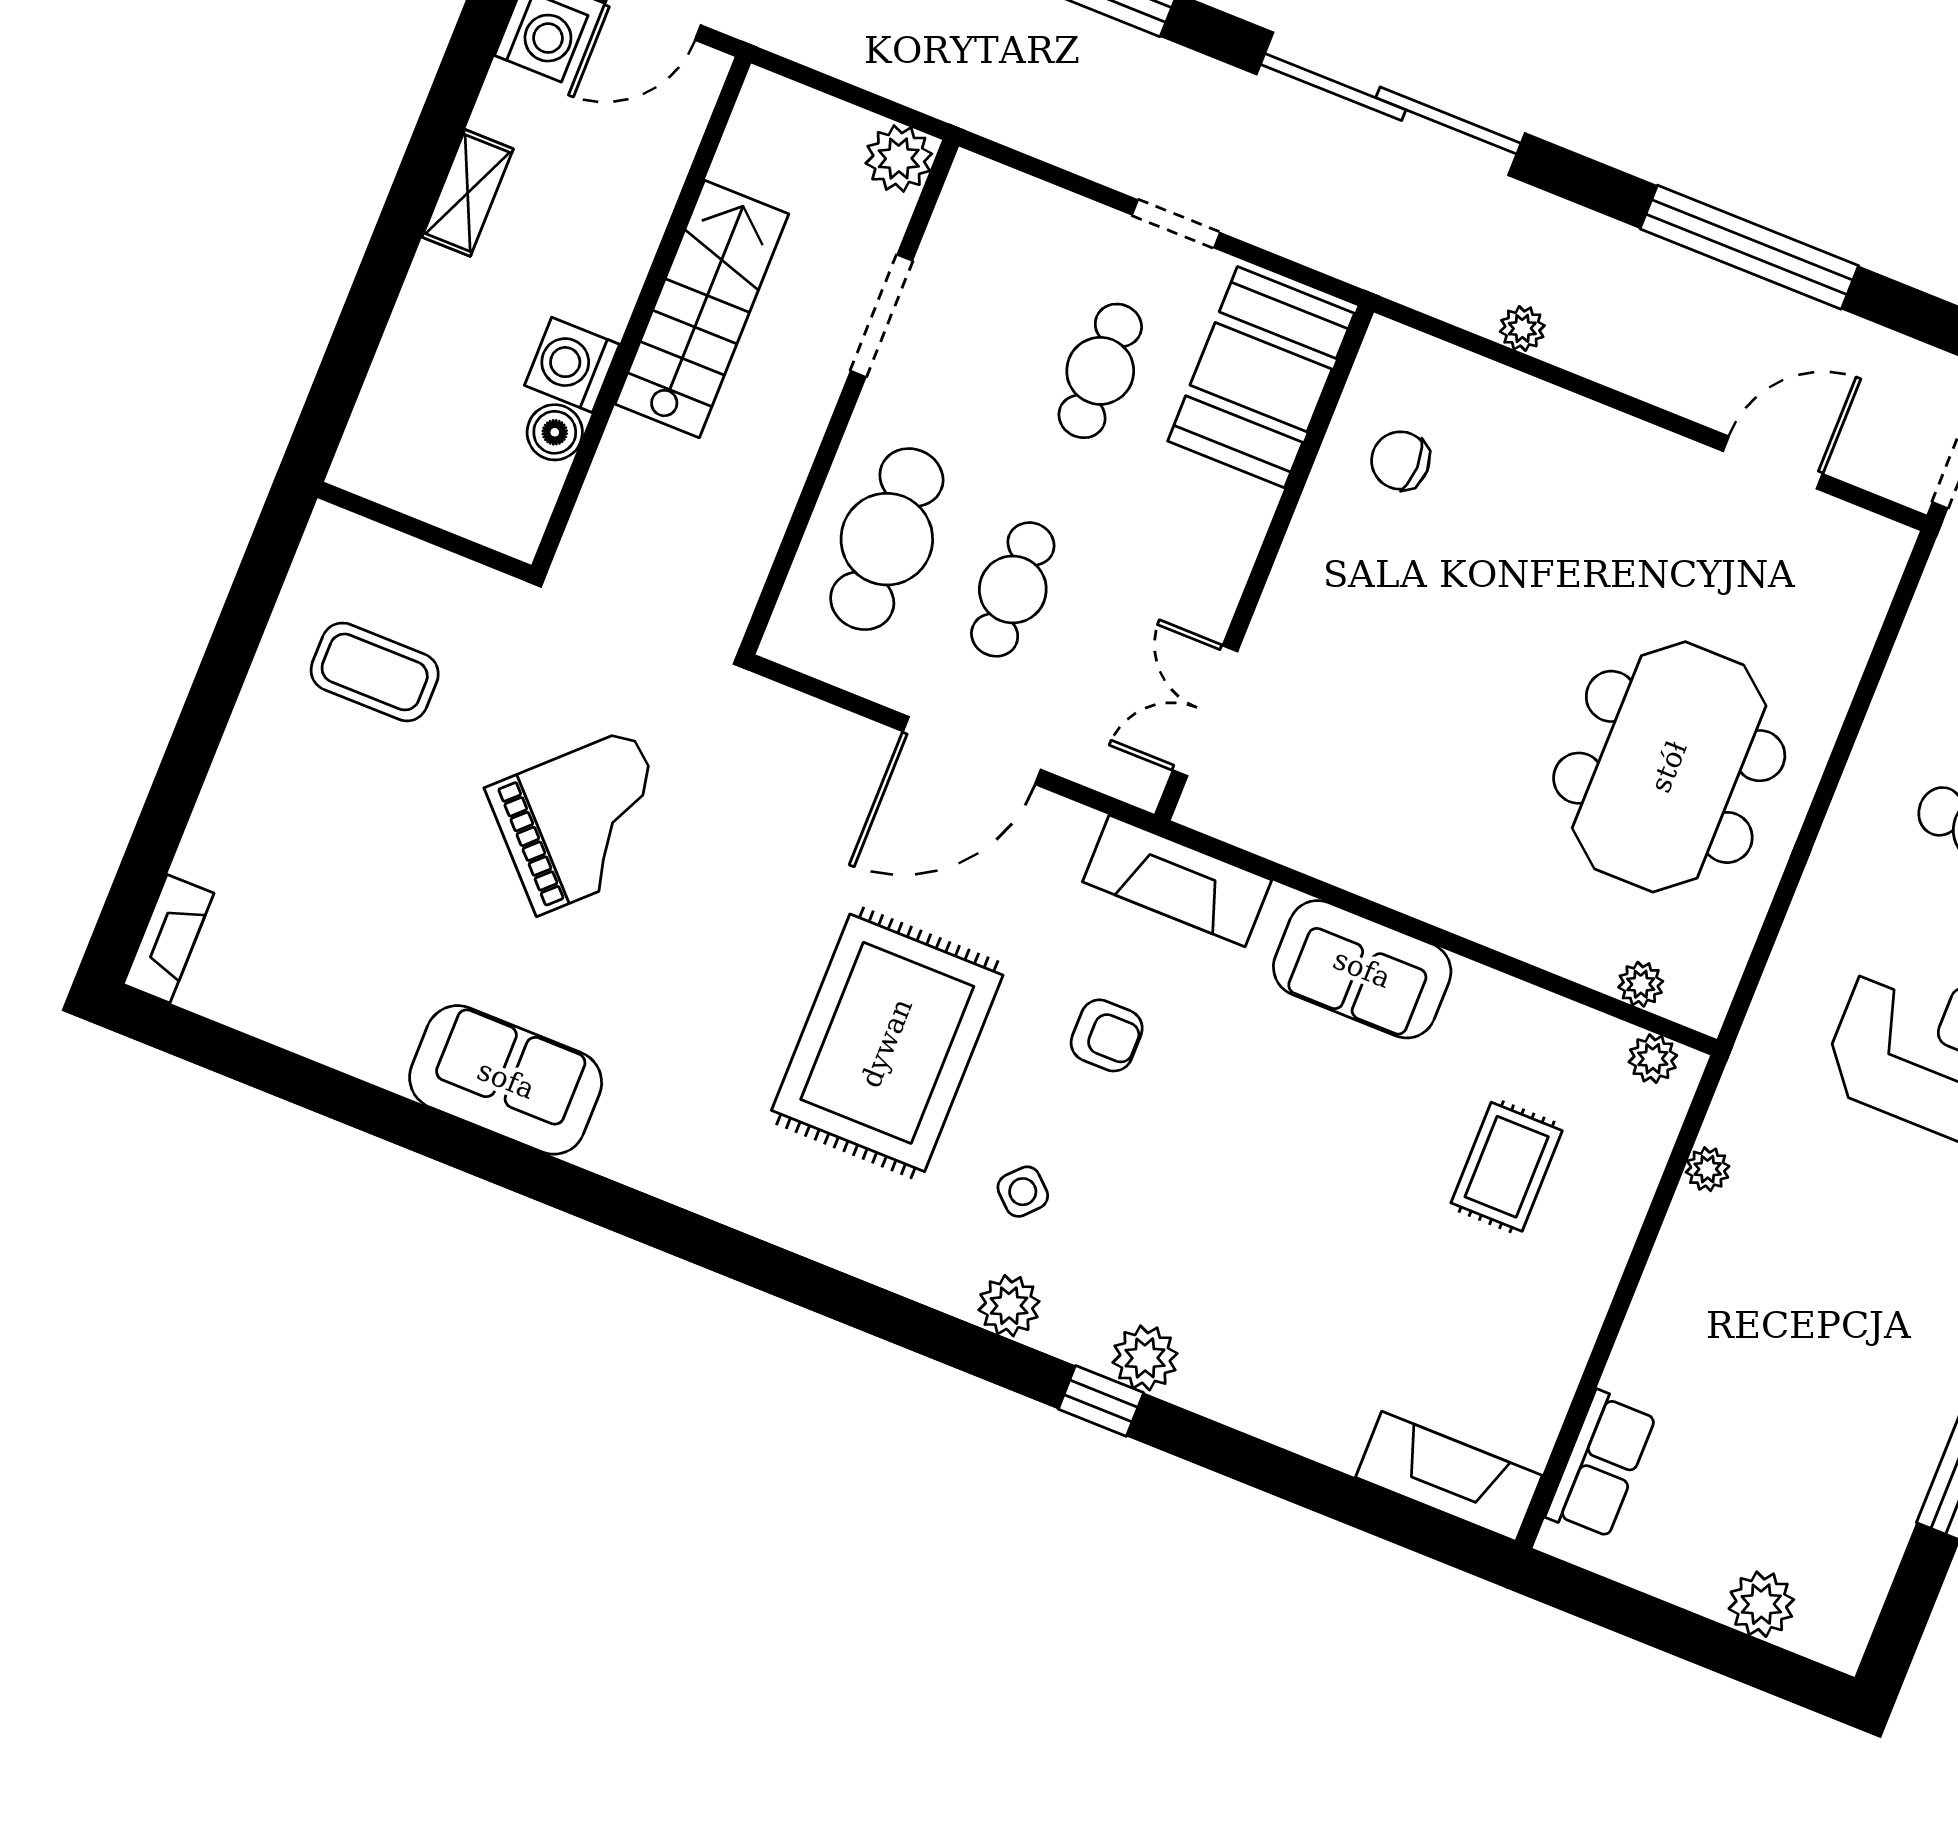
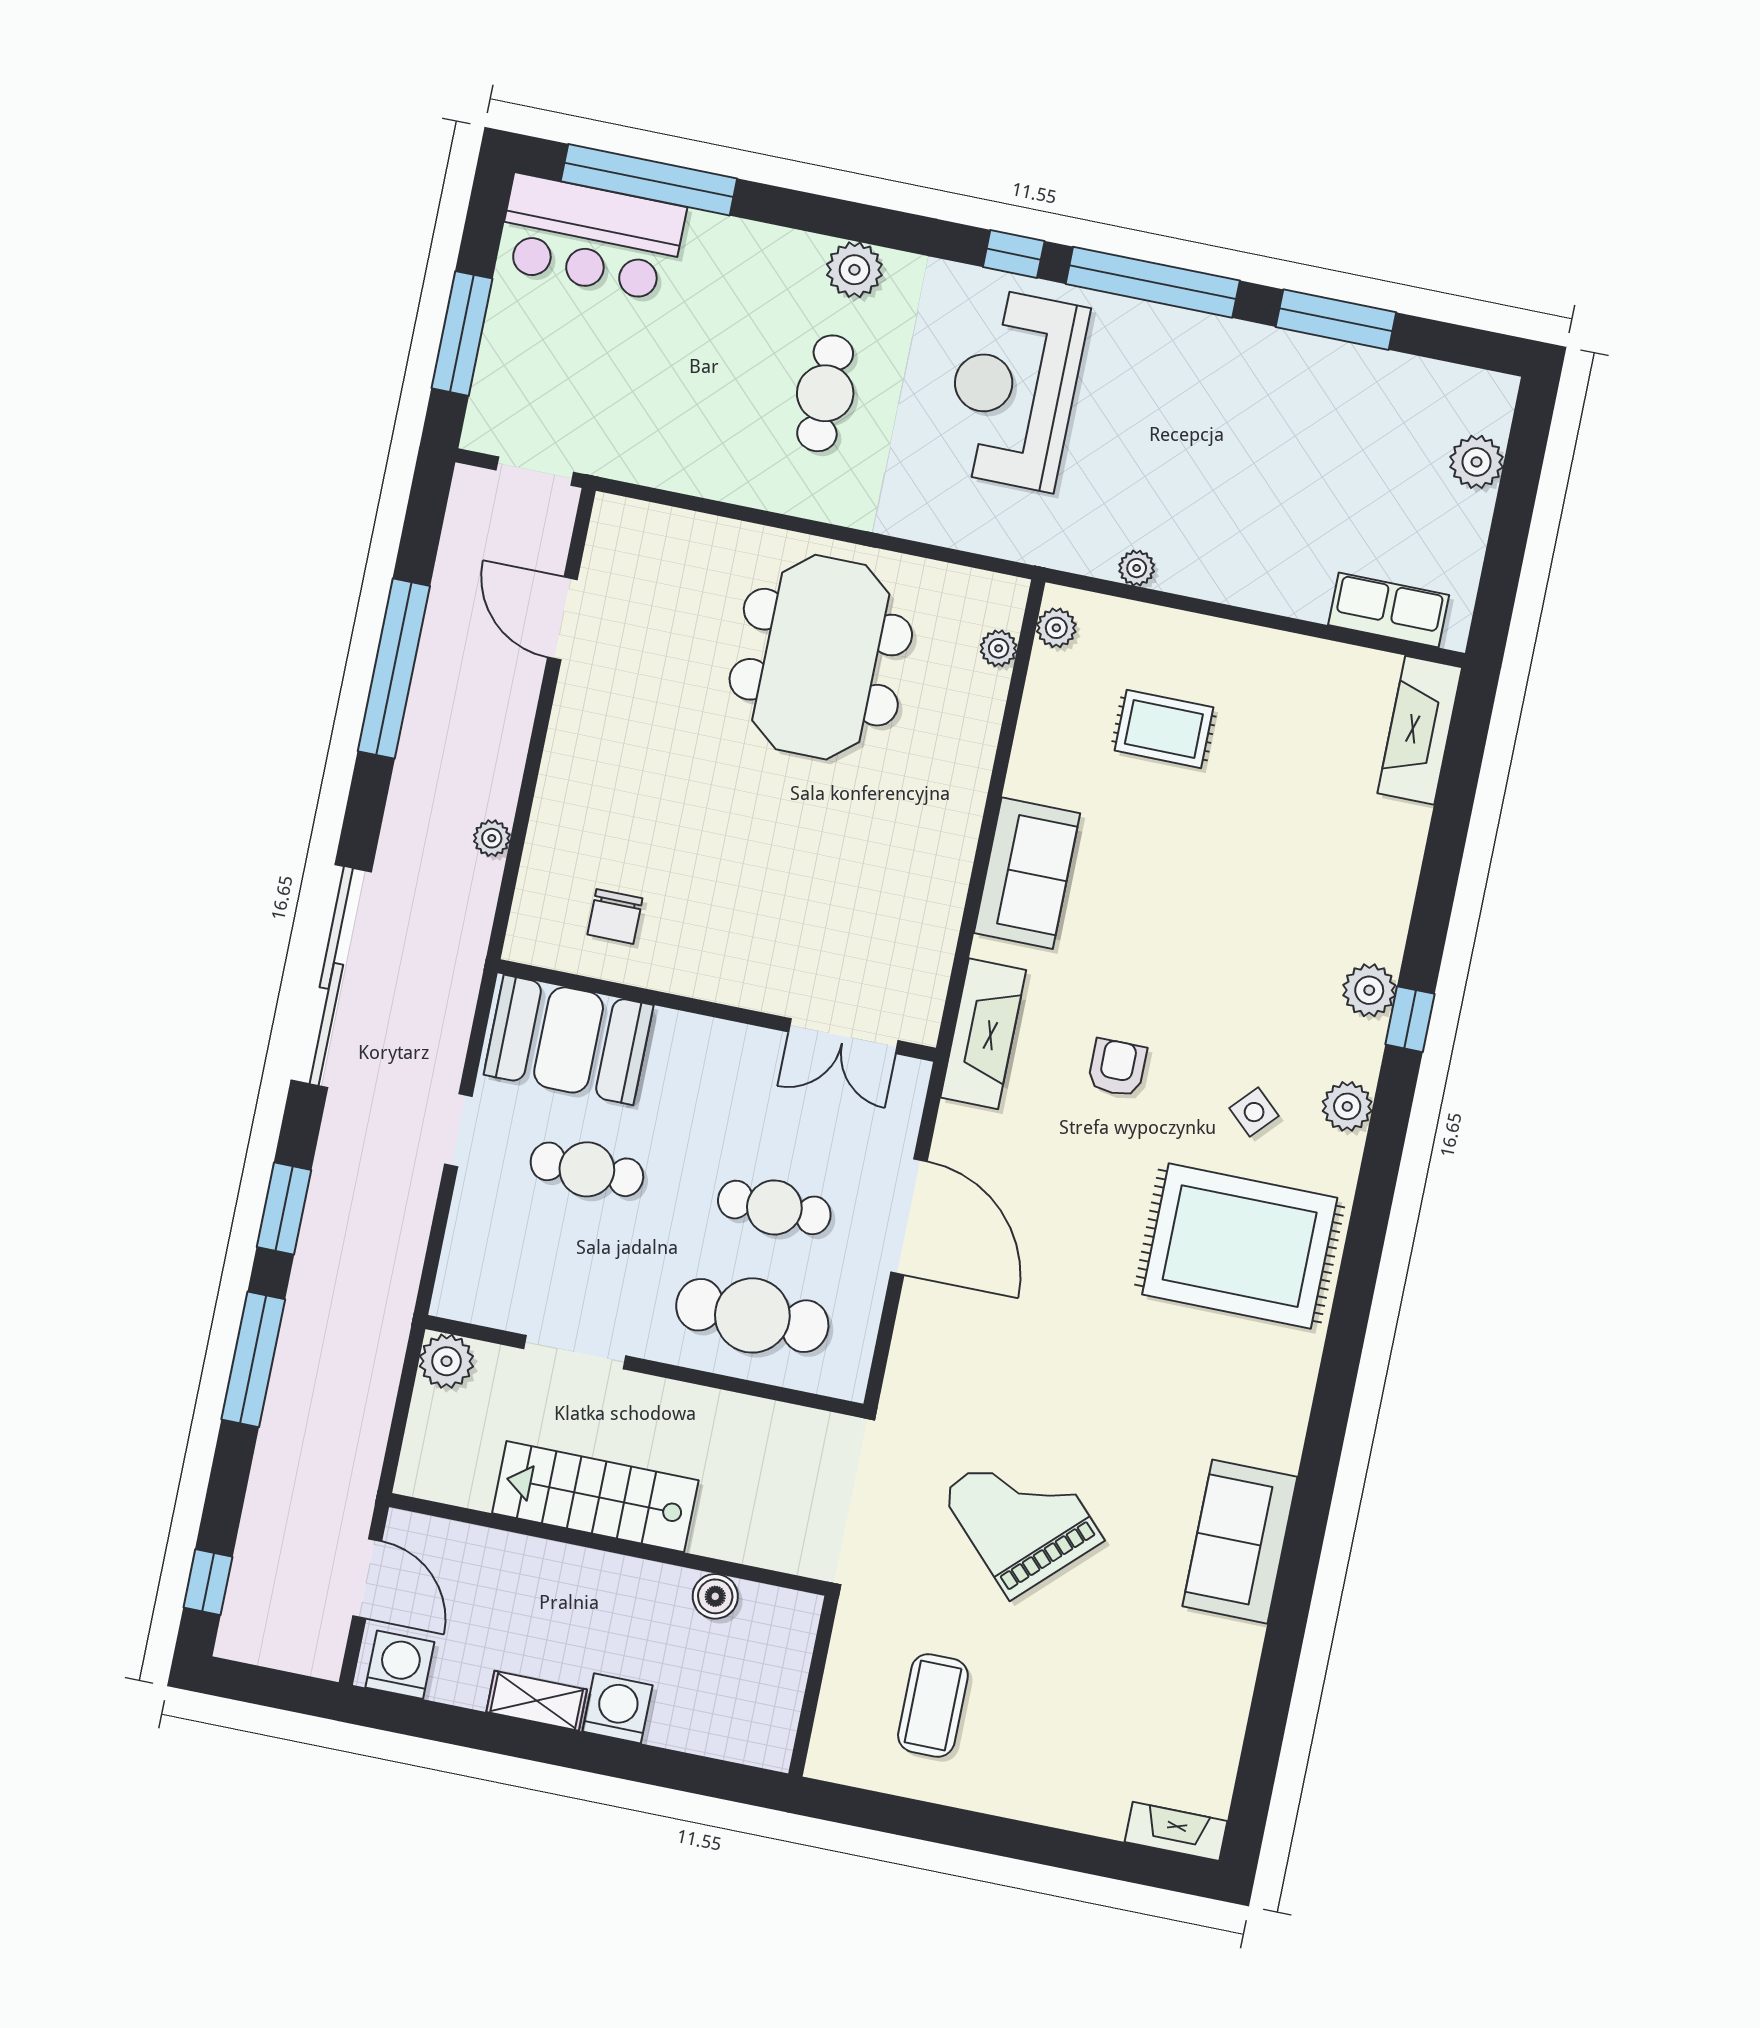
washing machine: (572, 365) -> (617, 1708), moved, turned 180
meeting table: (1669, 767) -> (821, 657), turned 90
rug: (887, 1043) -> (1240, 1246), moved

